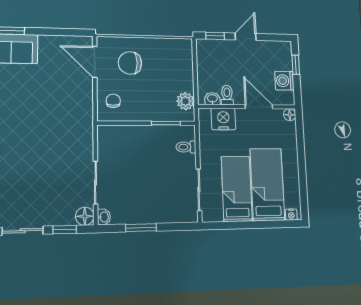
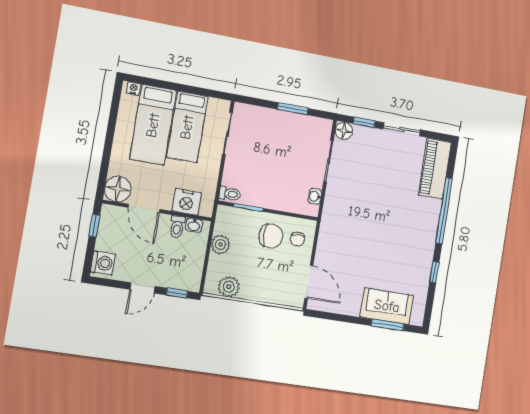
plant: (170, 48) -> (229, 287), added
chair: (130, 63) -> (271, 236), moved
window: (296, 65) -> (94, 226), moved
washing machine: (284, 81) -> (103, 263), moved
plant: (185, 101) -> (221, 244), moved
floor lamp: (290, 115) -> (118, 189), width x1.89, depth x1.89
toilet: (186, 147) -> (230, 194), moved
washbasin: (104, 217) -> (315, 196), moved

